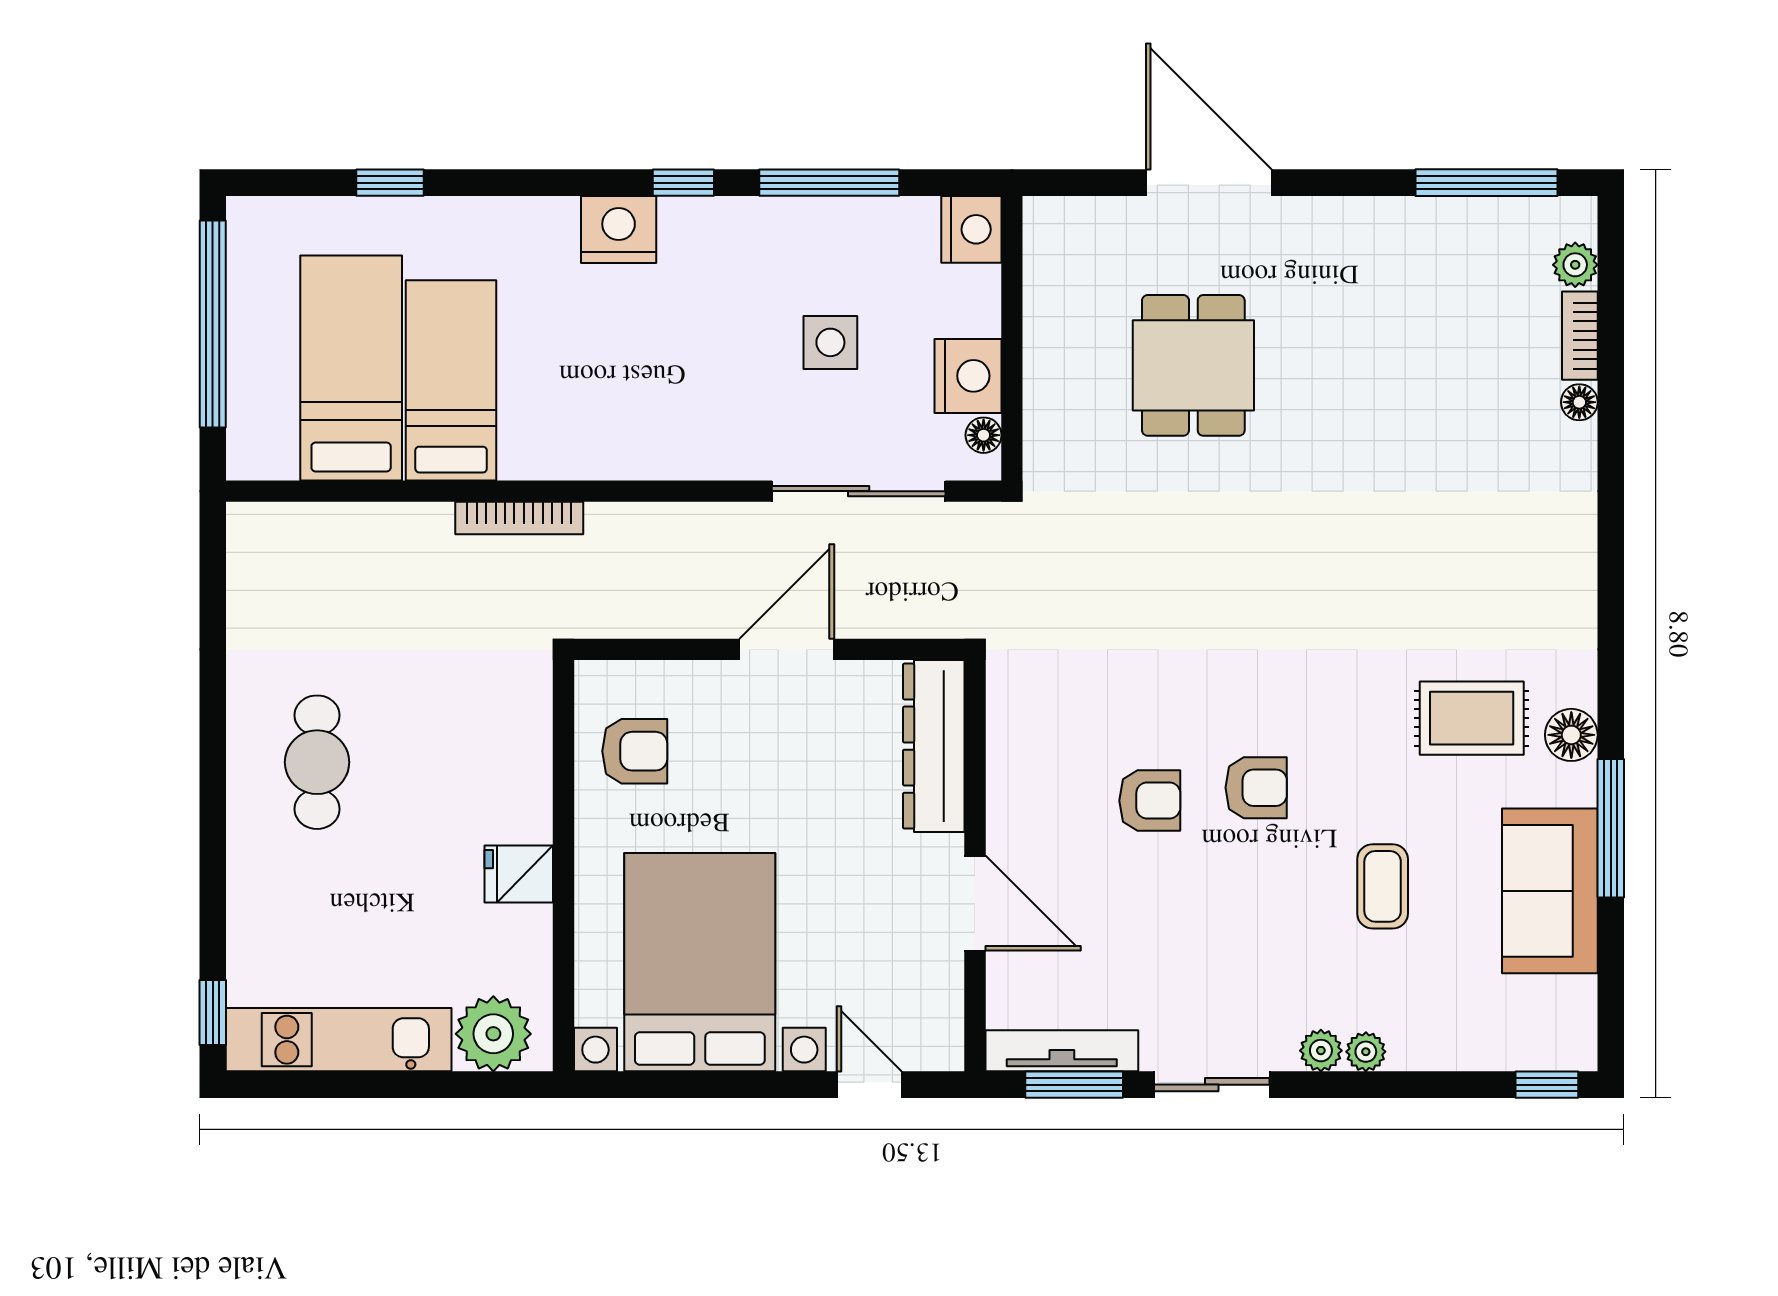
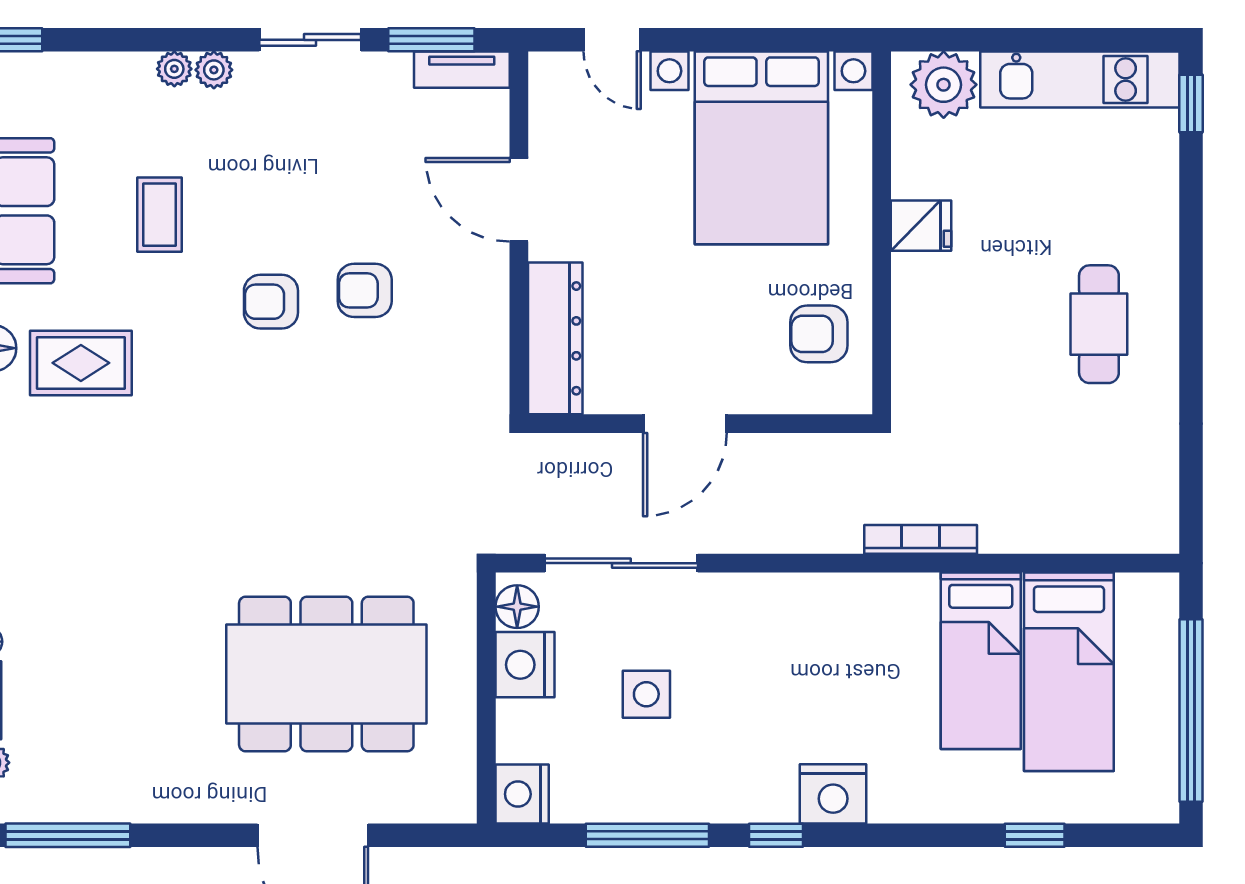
dining table: (1193, 365) -> (326, 674), width x1.88, depth x1.24
floor lamp: (984, 435) -> (517, 607), width x1.37, depth x1.37
tv unit: (1062, 1051) -> (462, 70), width x0.71

